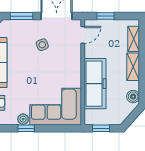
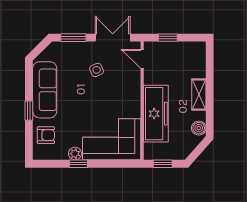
door: (83, 35) -> (142, 59), swing flipped
shelving: (134, 39) -> (199, 63), removed

